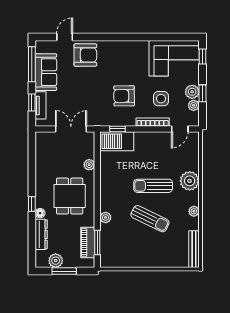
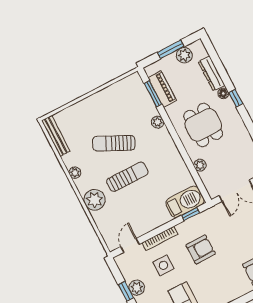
plant: (194, 105) -> (128, 275), removed

